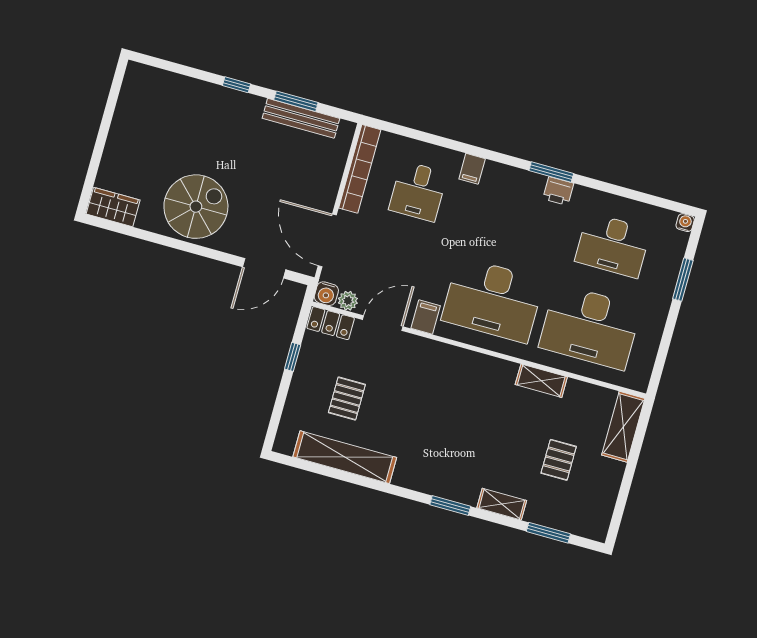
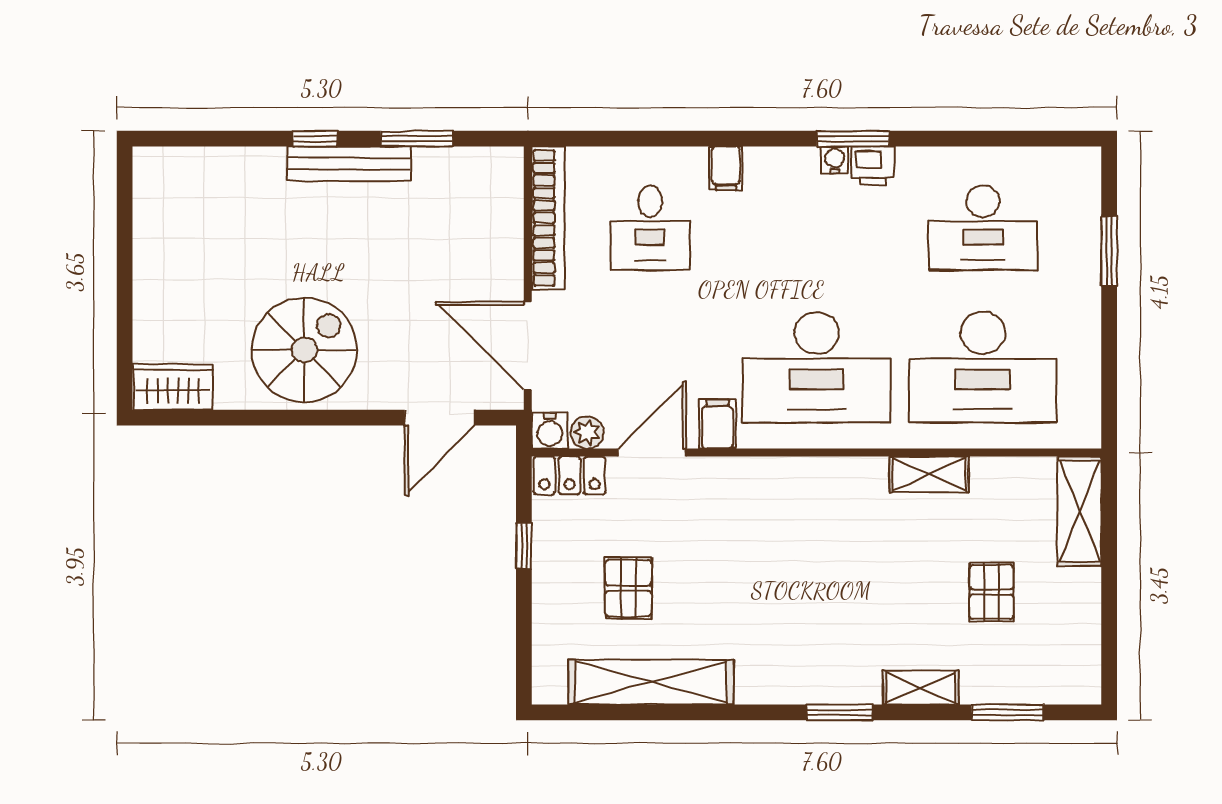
bench: (301, 118) -> (349, 164), moved
water cooler: (685, 223) -> (835, 160), moved

